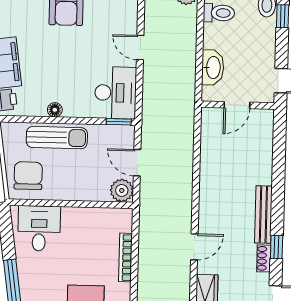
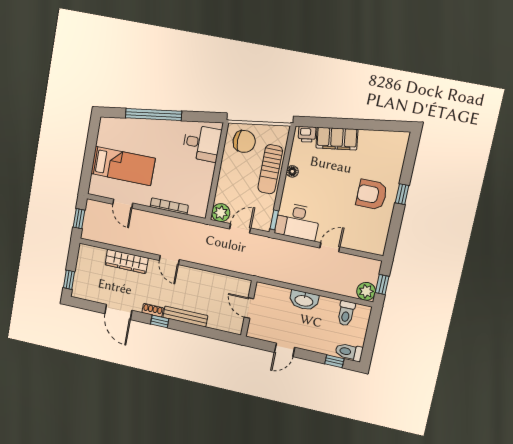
door: (237, 105) -> (249, 308), moved
wall: (238, 105) -> (249, 309), moved

